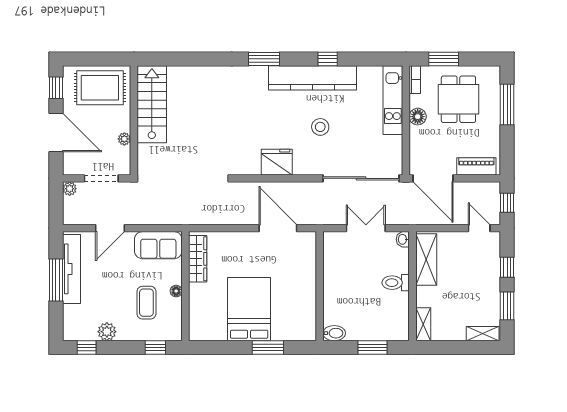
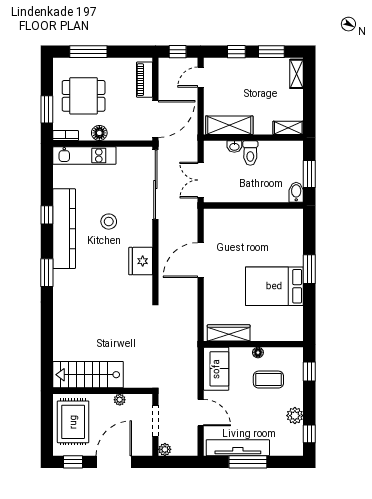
washbasin: (403, 239) -> (234, 146), moved
wall: (320, 286) -> (253, 205), moved
bidet: (334, 333) -> (296, 192), moved

